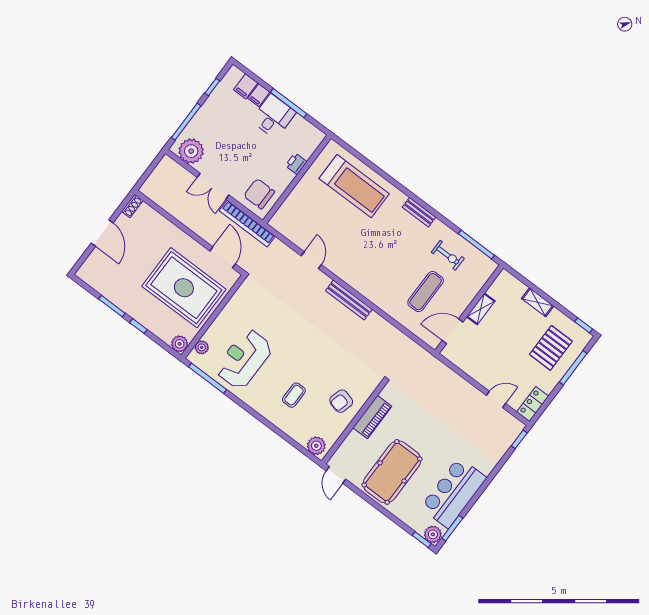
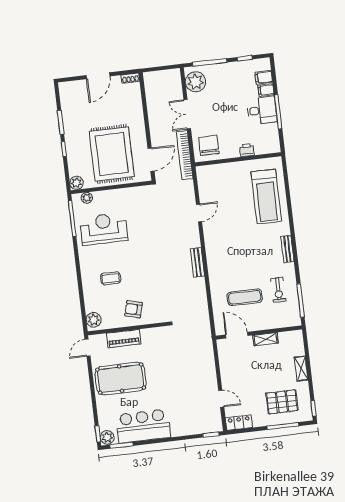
bench: (349, 300) -> (197, 262), width x0.73
piano: (372, 417) -> (124, 339), moved

